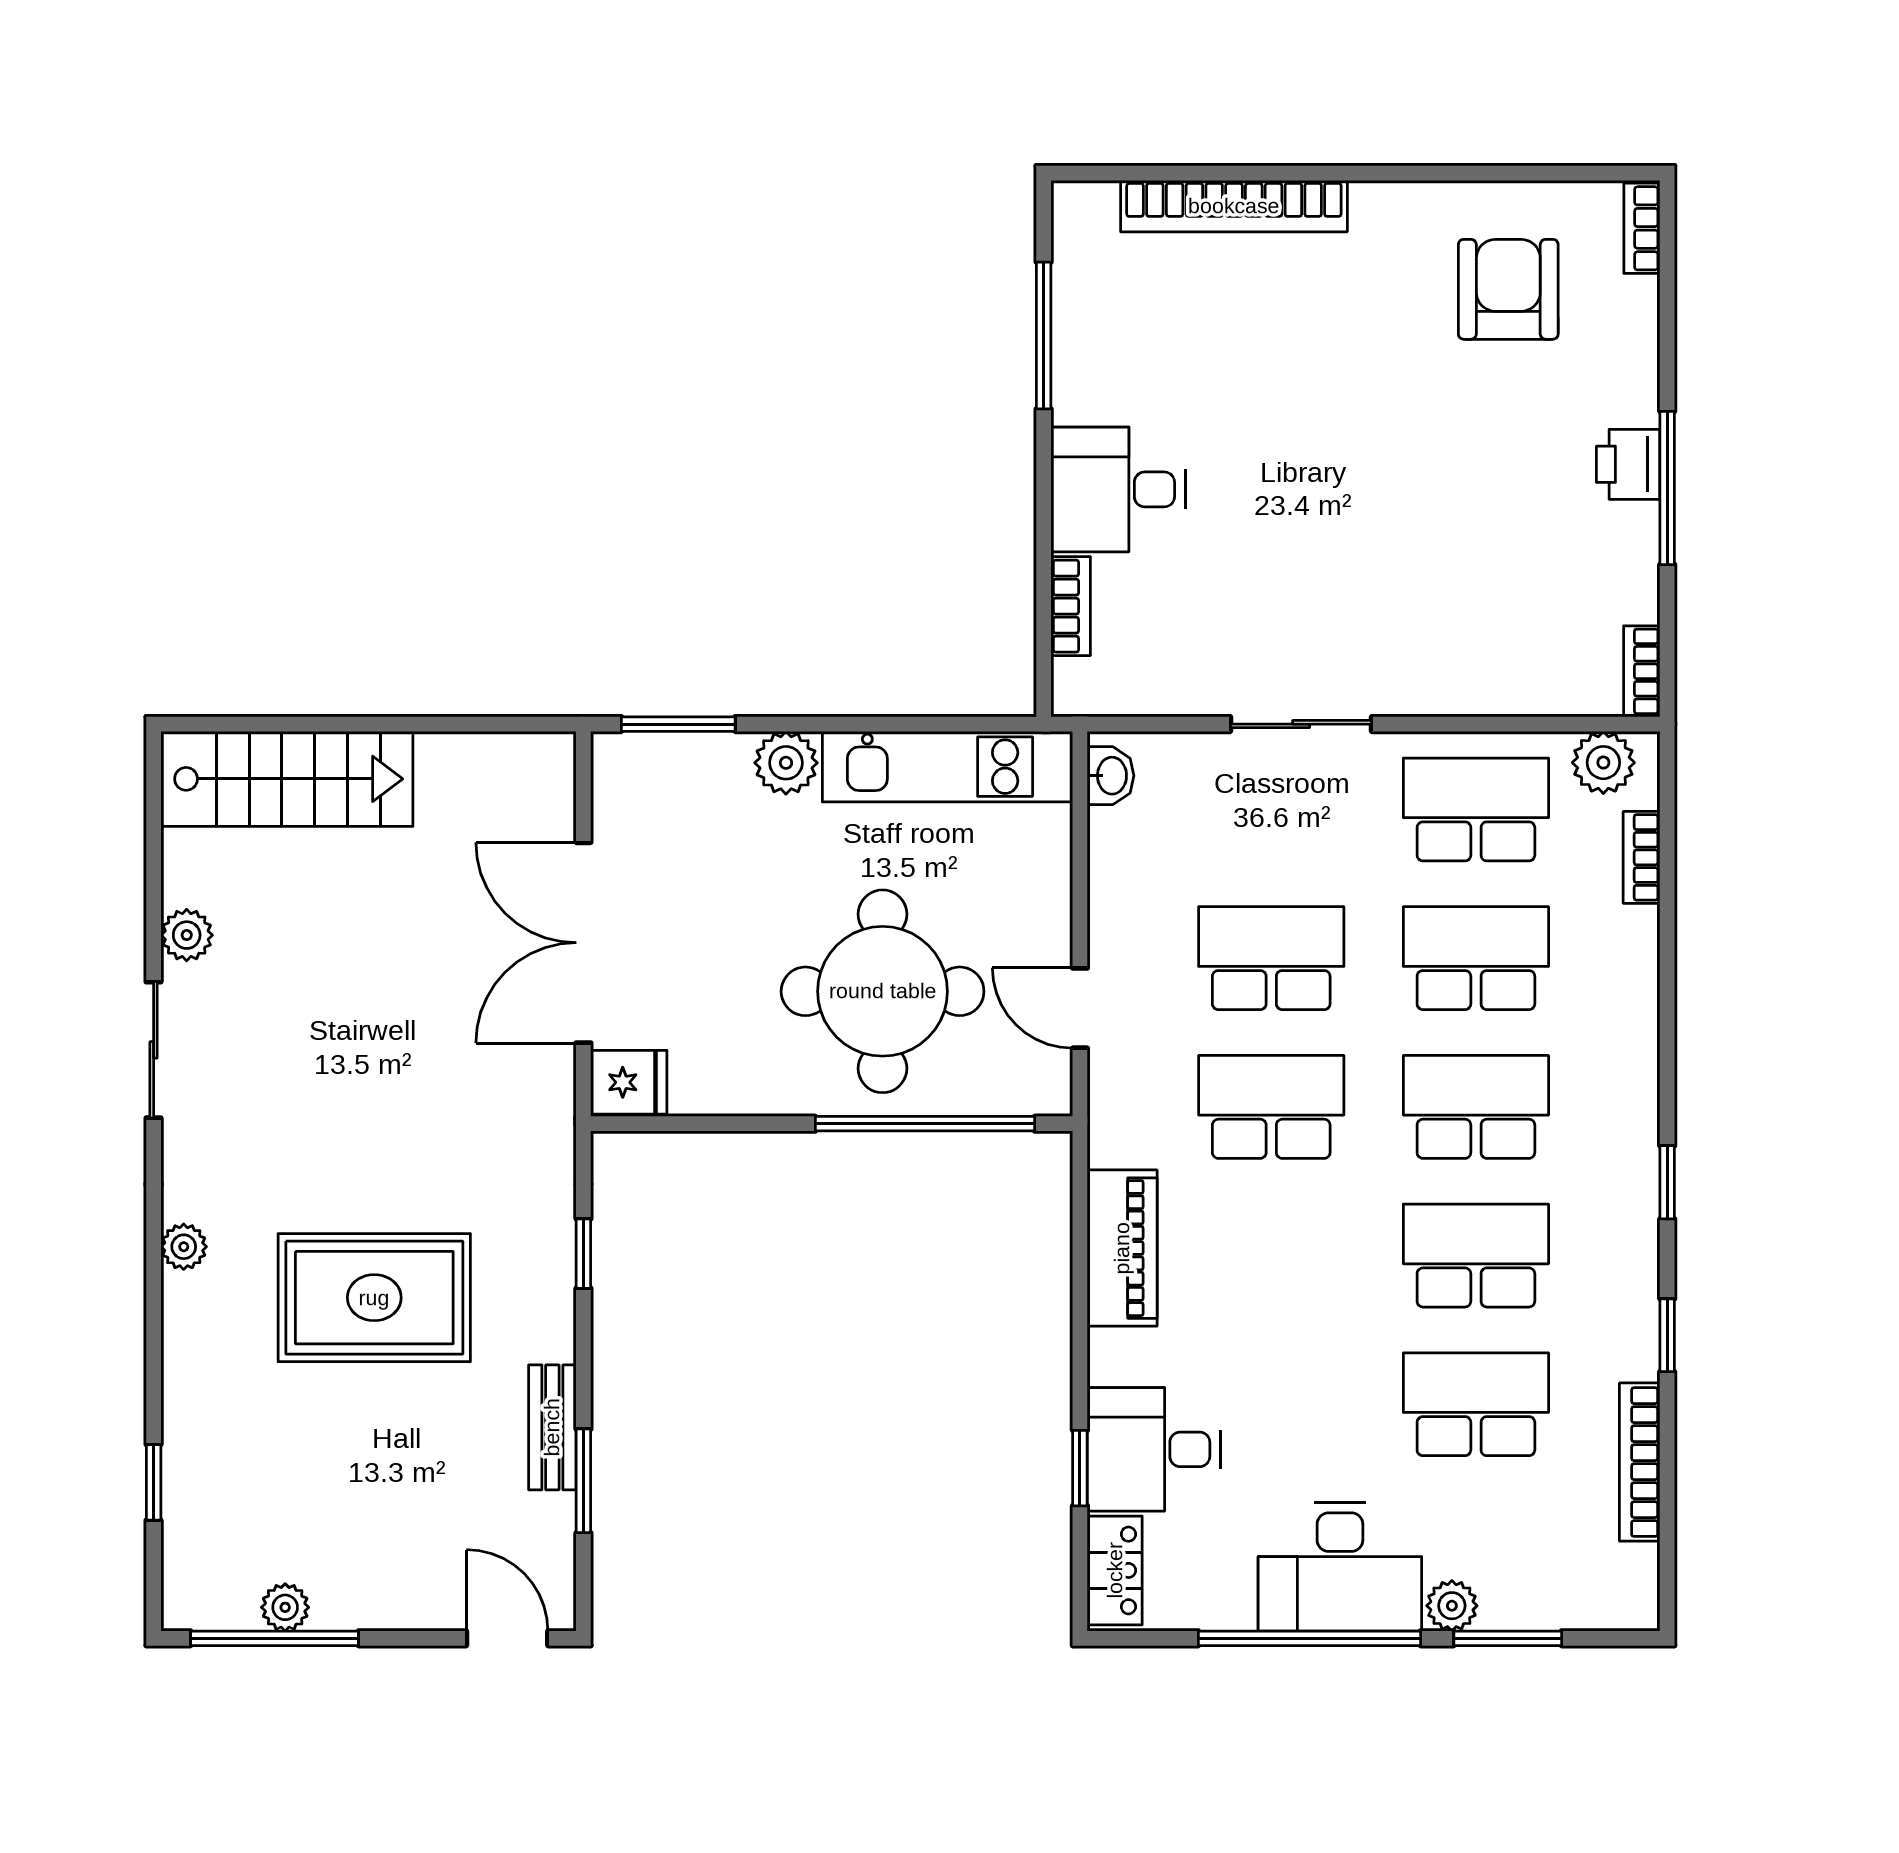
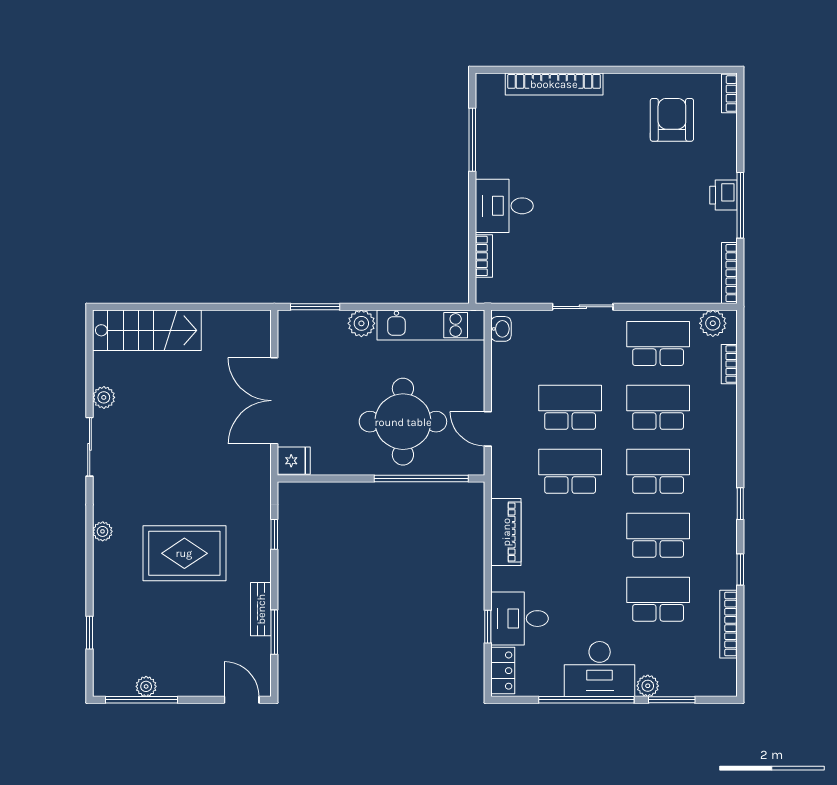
bookcase: (1642, 671) -> (729, 273), width x1.56

